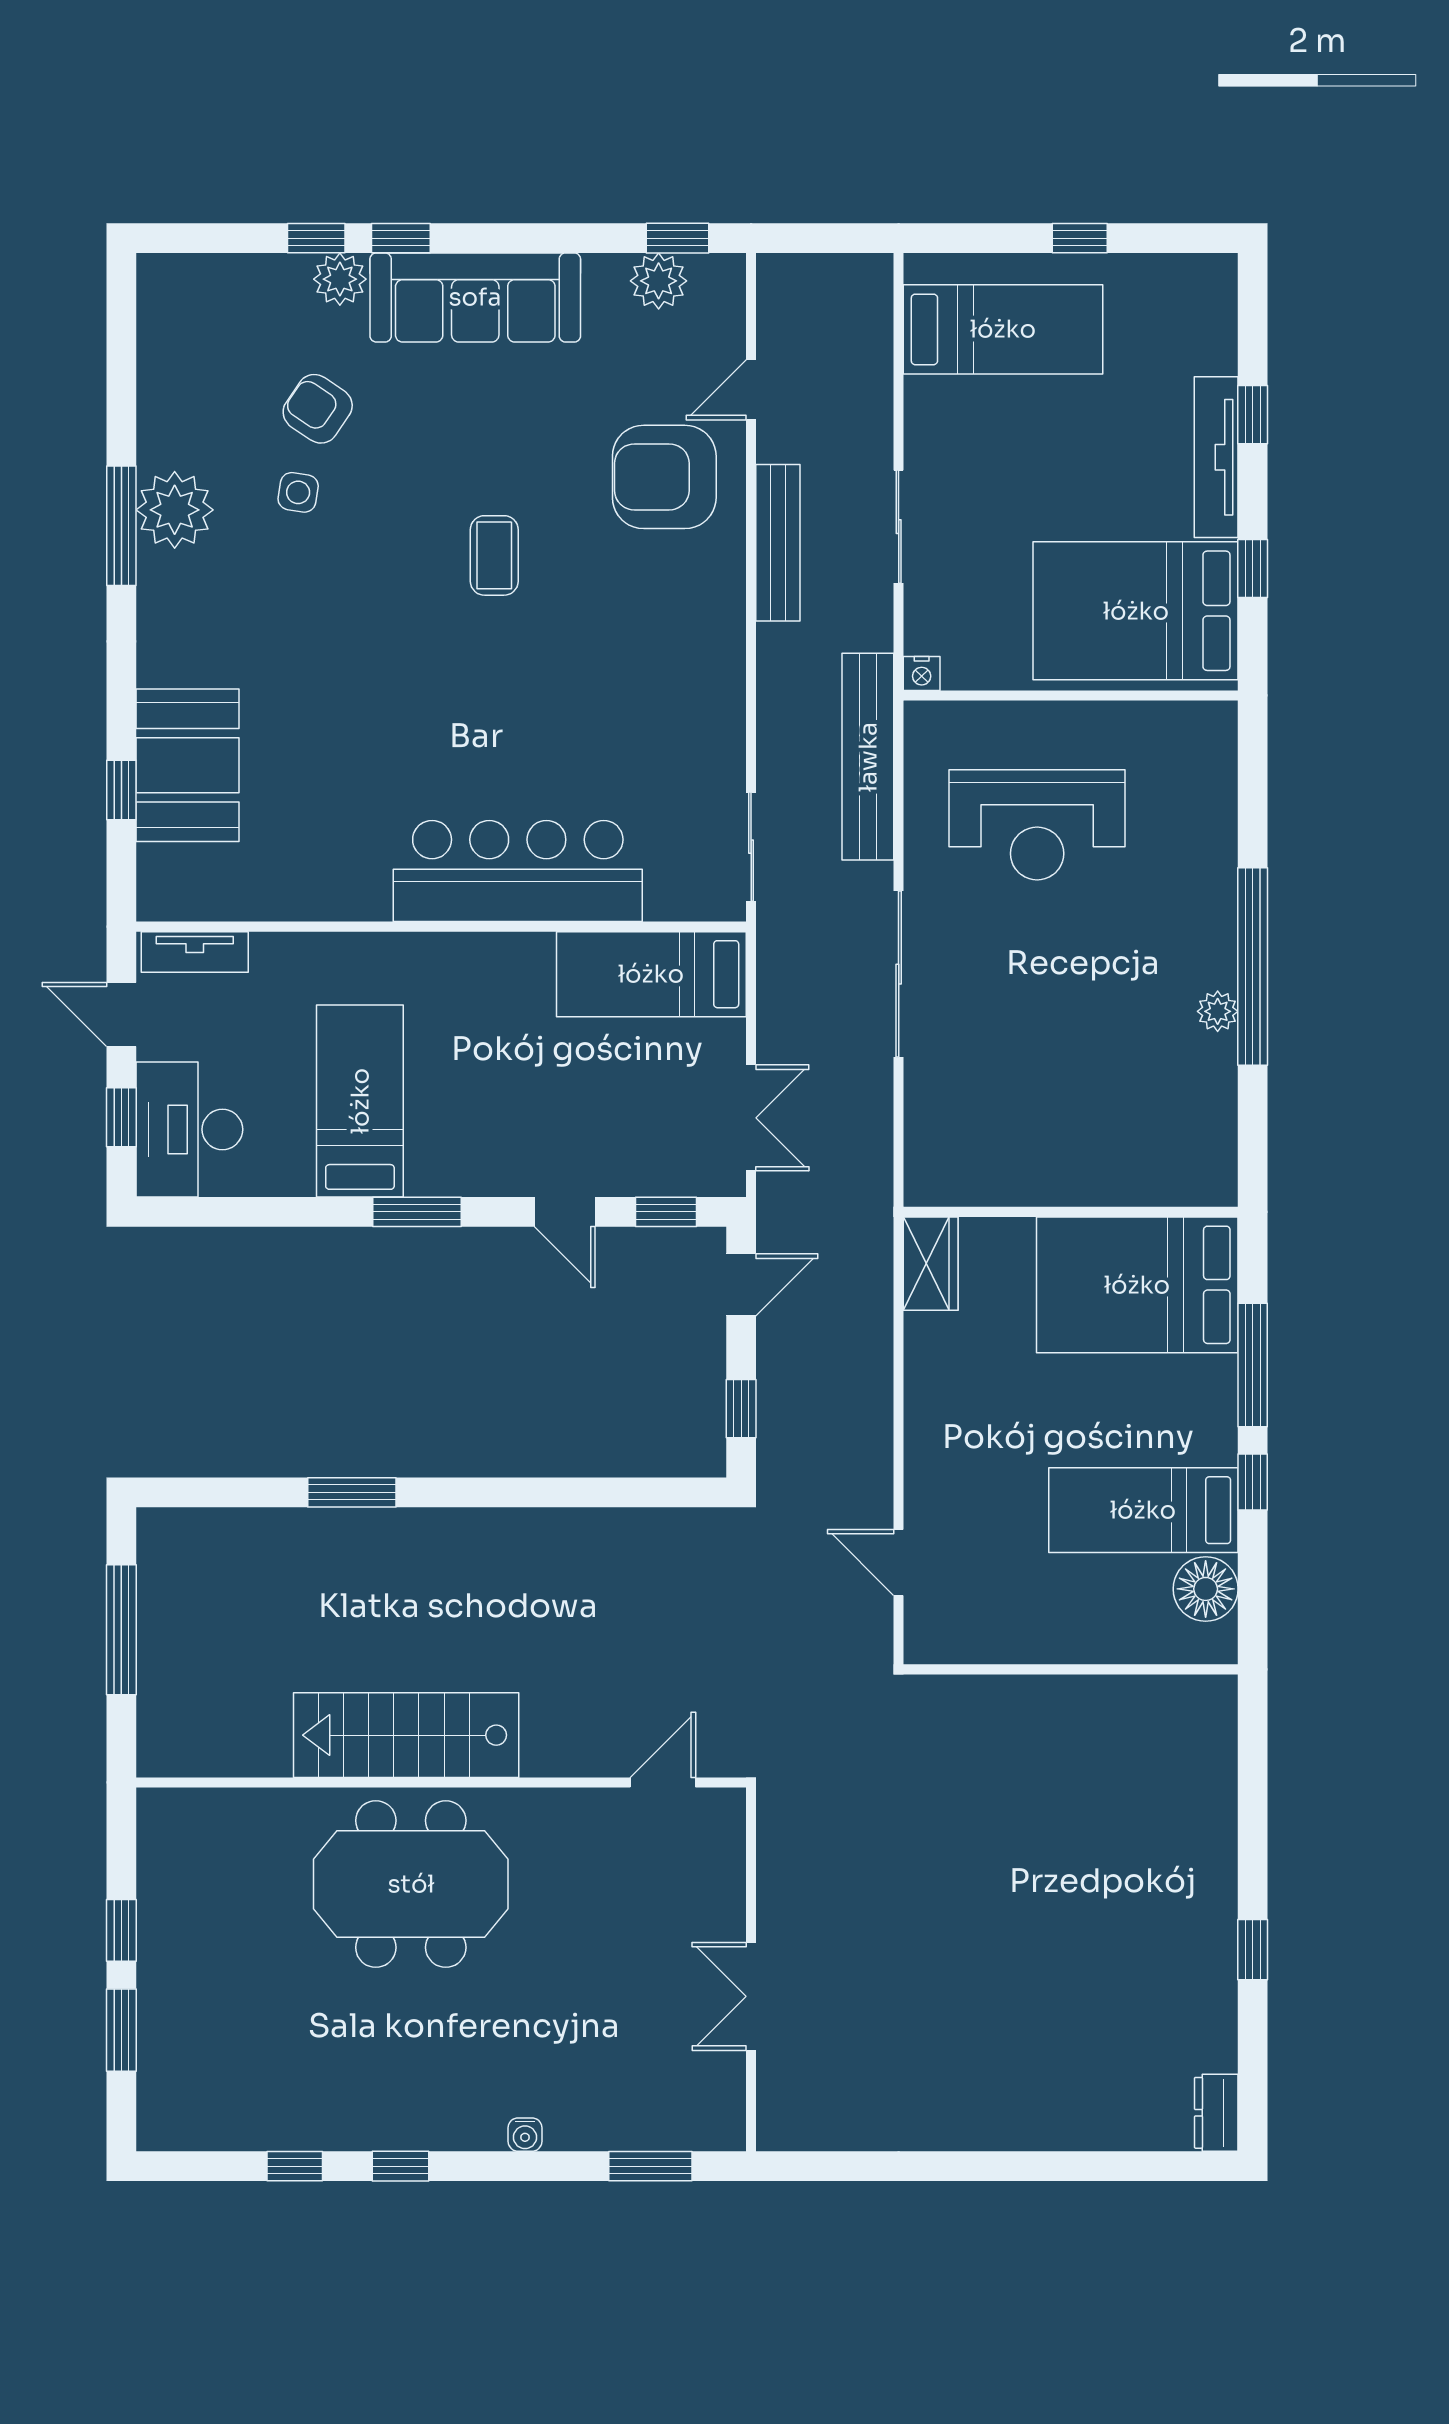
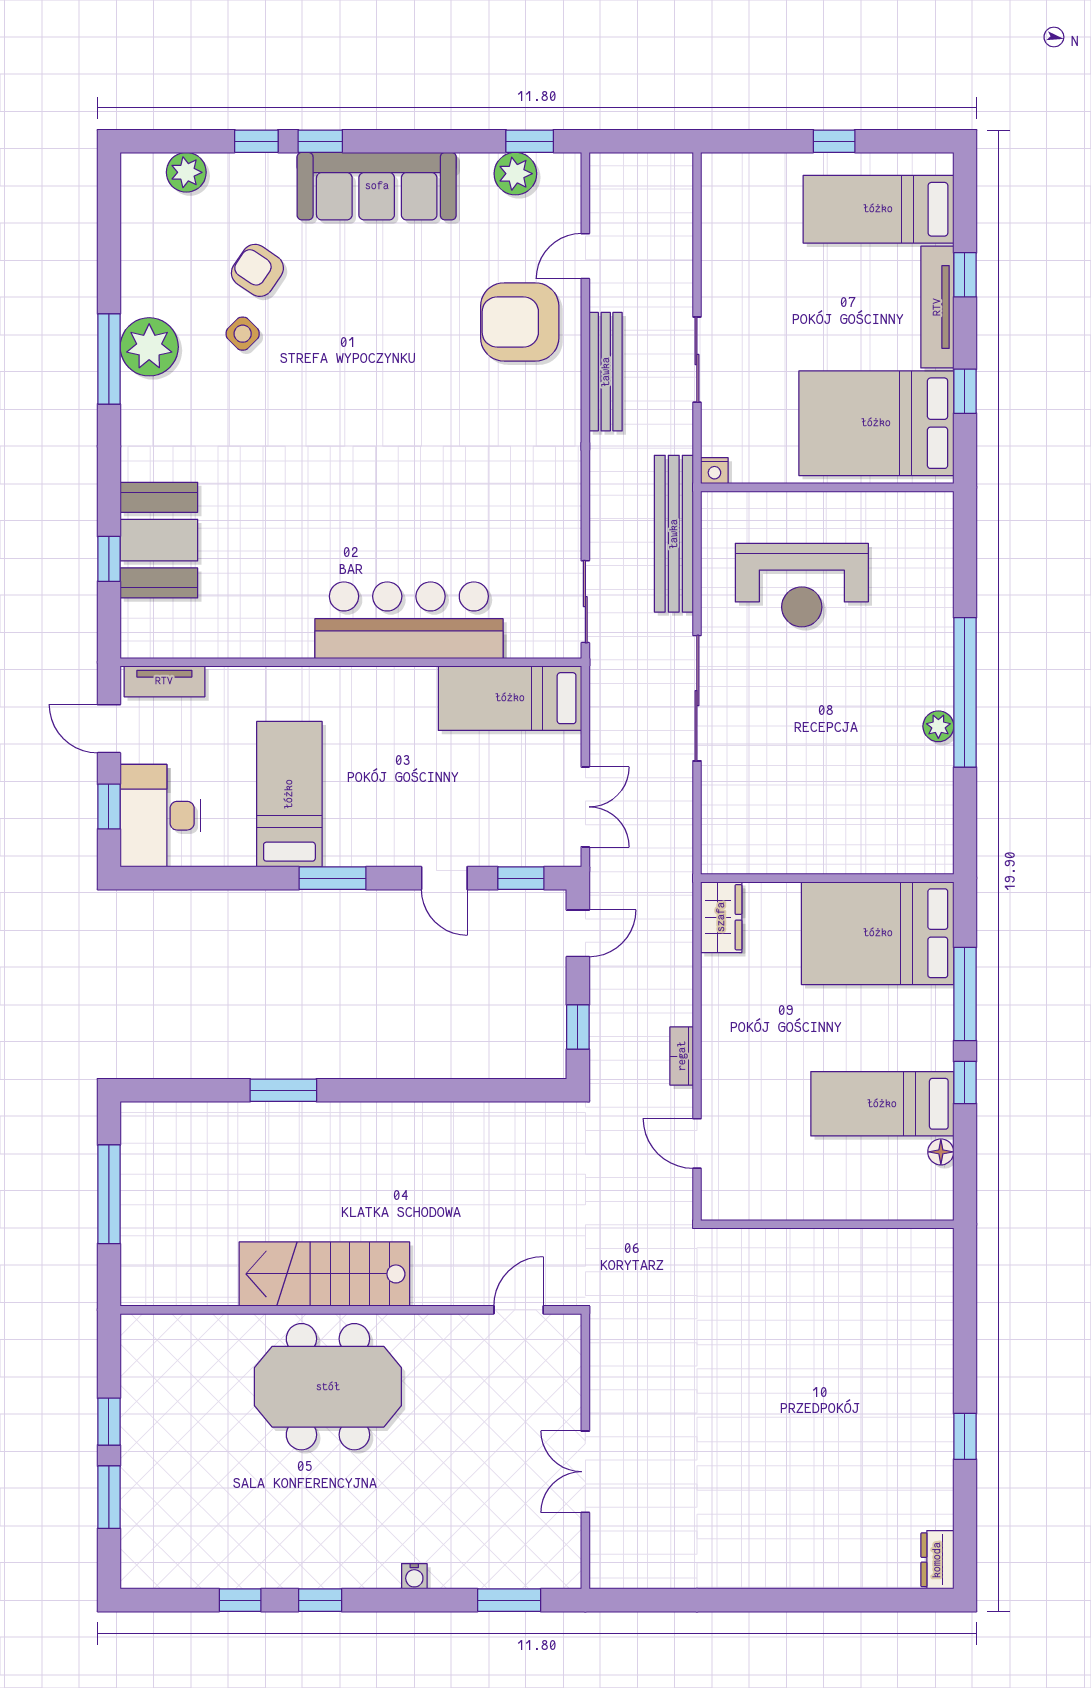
plant: (340, 279) -> (186, 172), moved
bed: (1003, 329) -> (878, 209), moved, turned 180
side table: (298, 492) -> (243, 334), turned 36
coffee table: (494, 555) -> (391, 381), removed
bookcase: (878, 1447) -> (682, 1056), added
floor lamp: (1206, 1589) -> (941, 1152), width x0.53, depth x0.53

